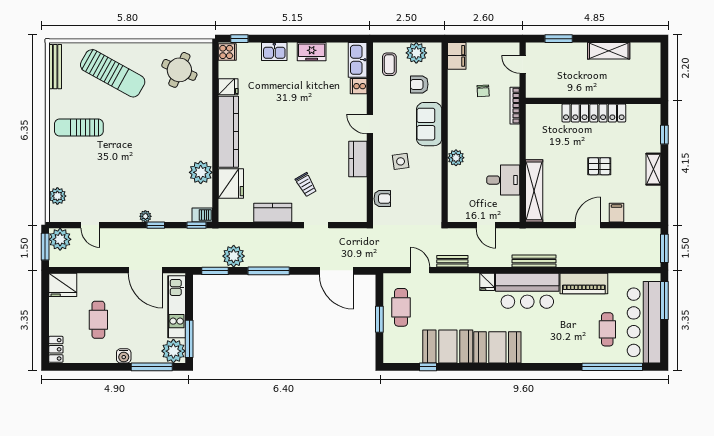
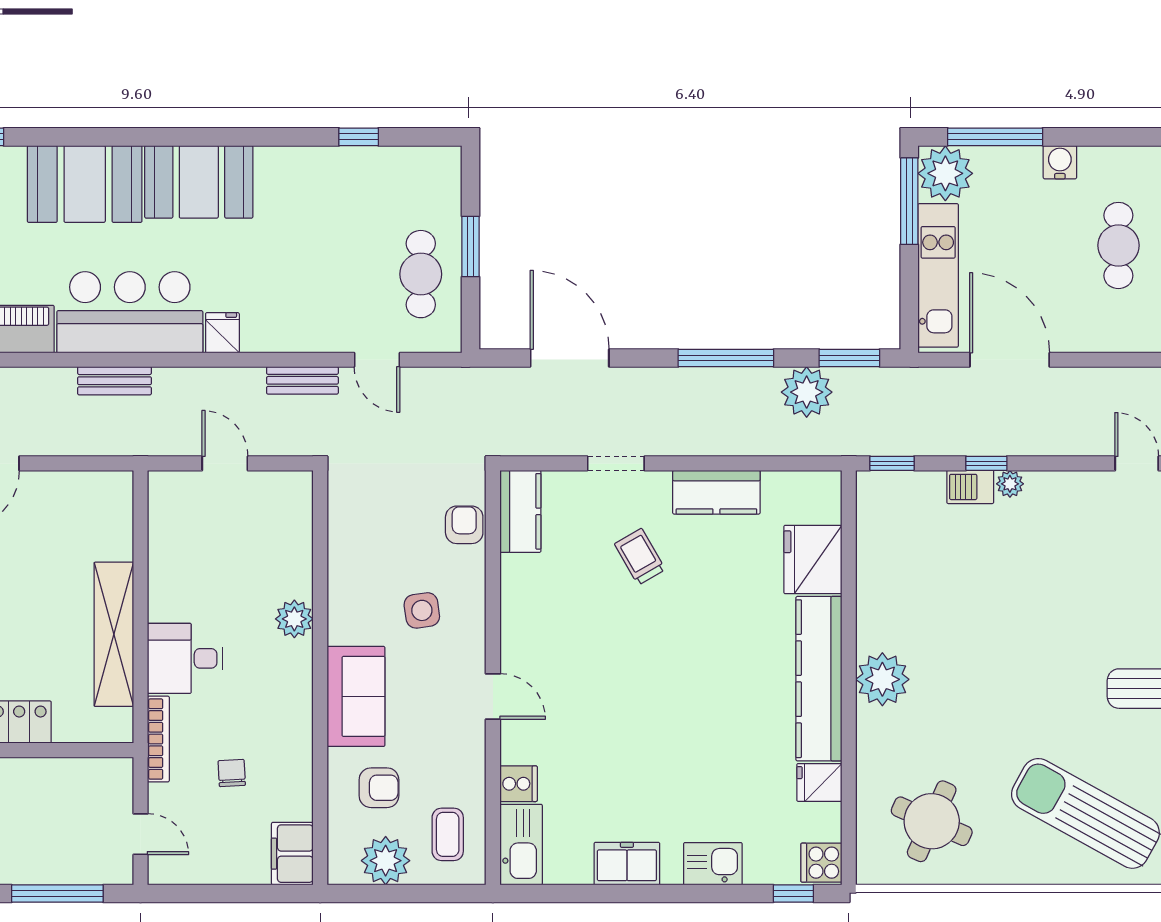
window: (559, 39) -> (57, 894), width x1.44
kitchen counter: (358, 159) -> (520, 511), moved
plant: (201, 172) -> (882, 679), moved
desk: (503, 180) -> (185, 658), moved
shelving: (534, 191) -> (114, 634), moved
armchair: (382, 199) -> (464, 525), turned 90
barbecue: (202, 215) -> (970, 487), moved
bench: (534, 261) -> (114, 381), width x0.73
booth: (448, 346) -> (85, 184), moved

